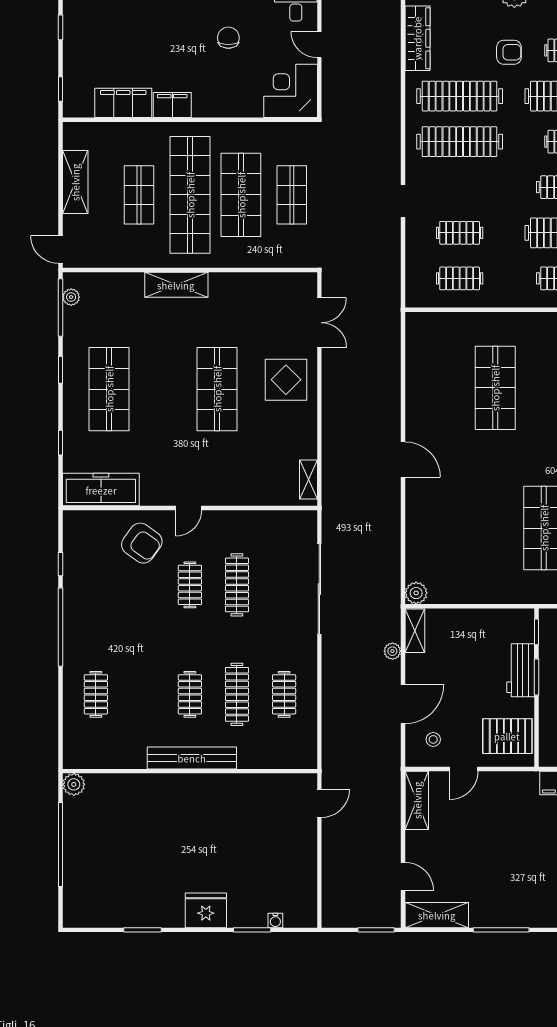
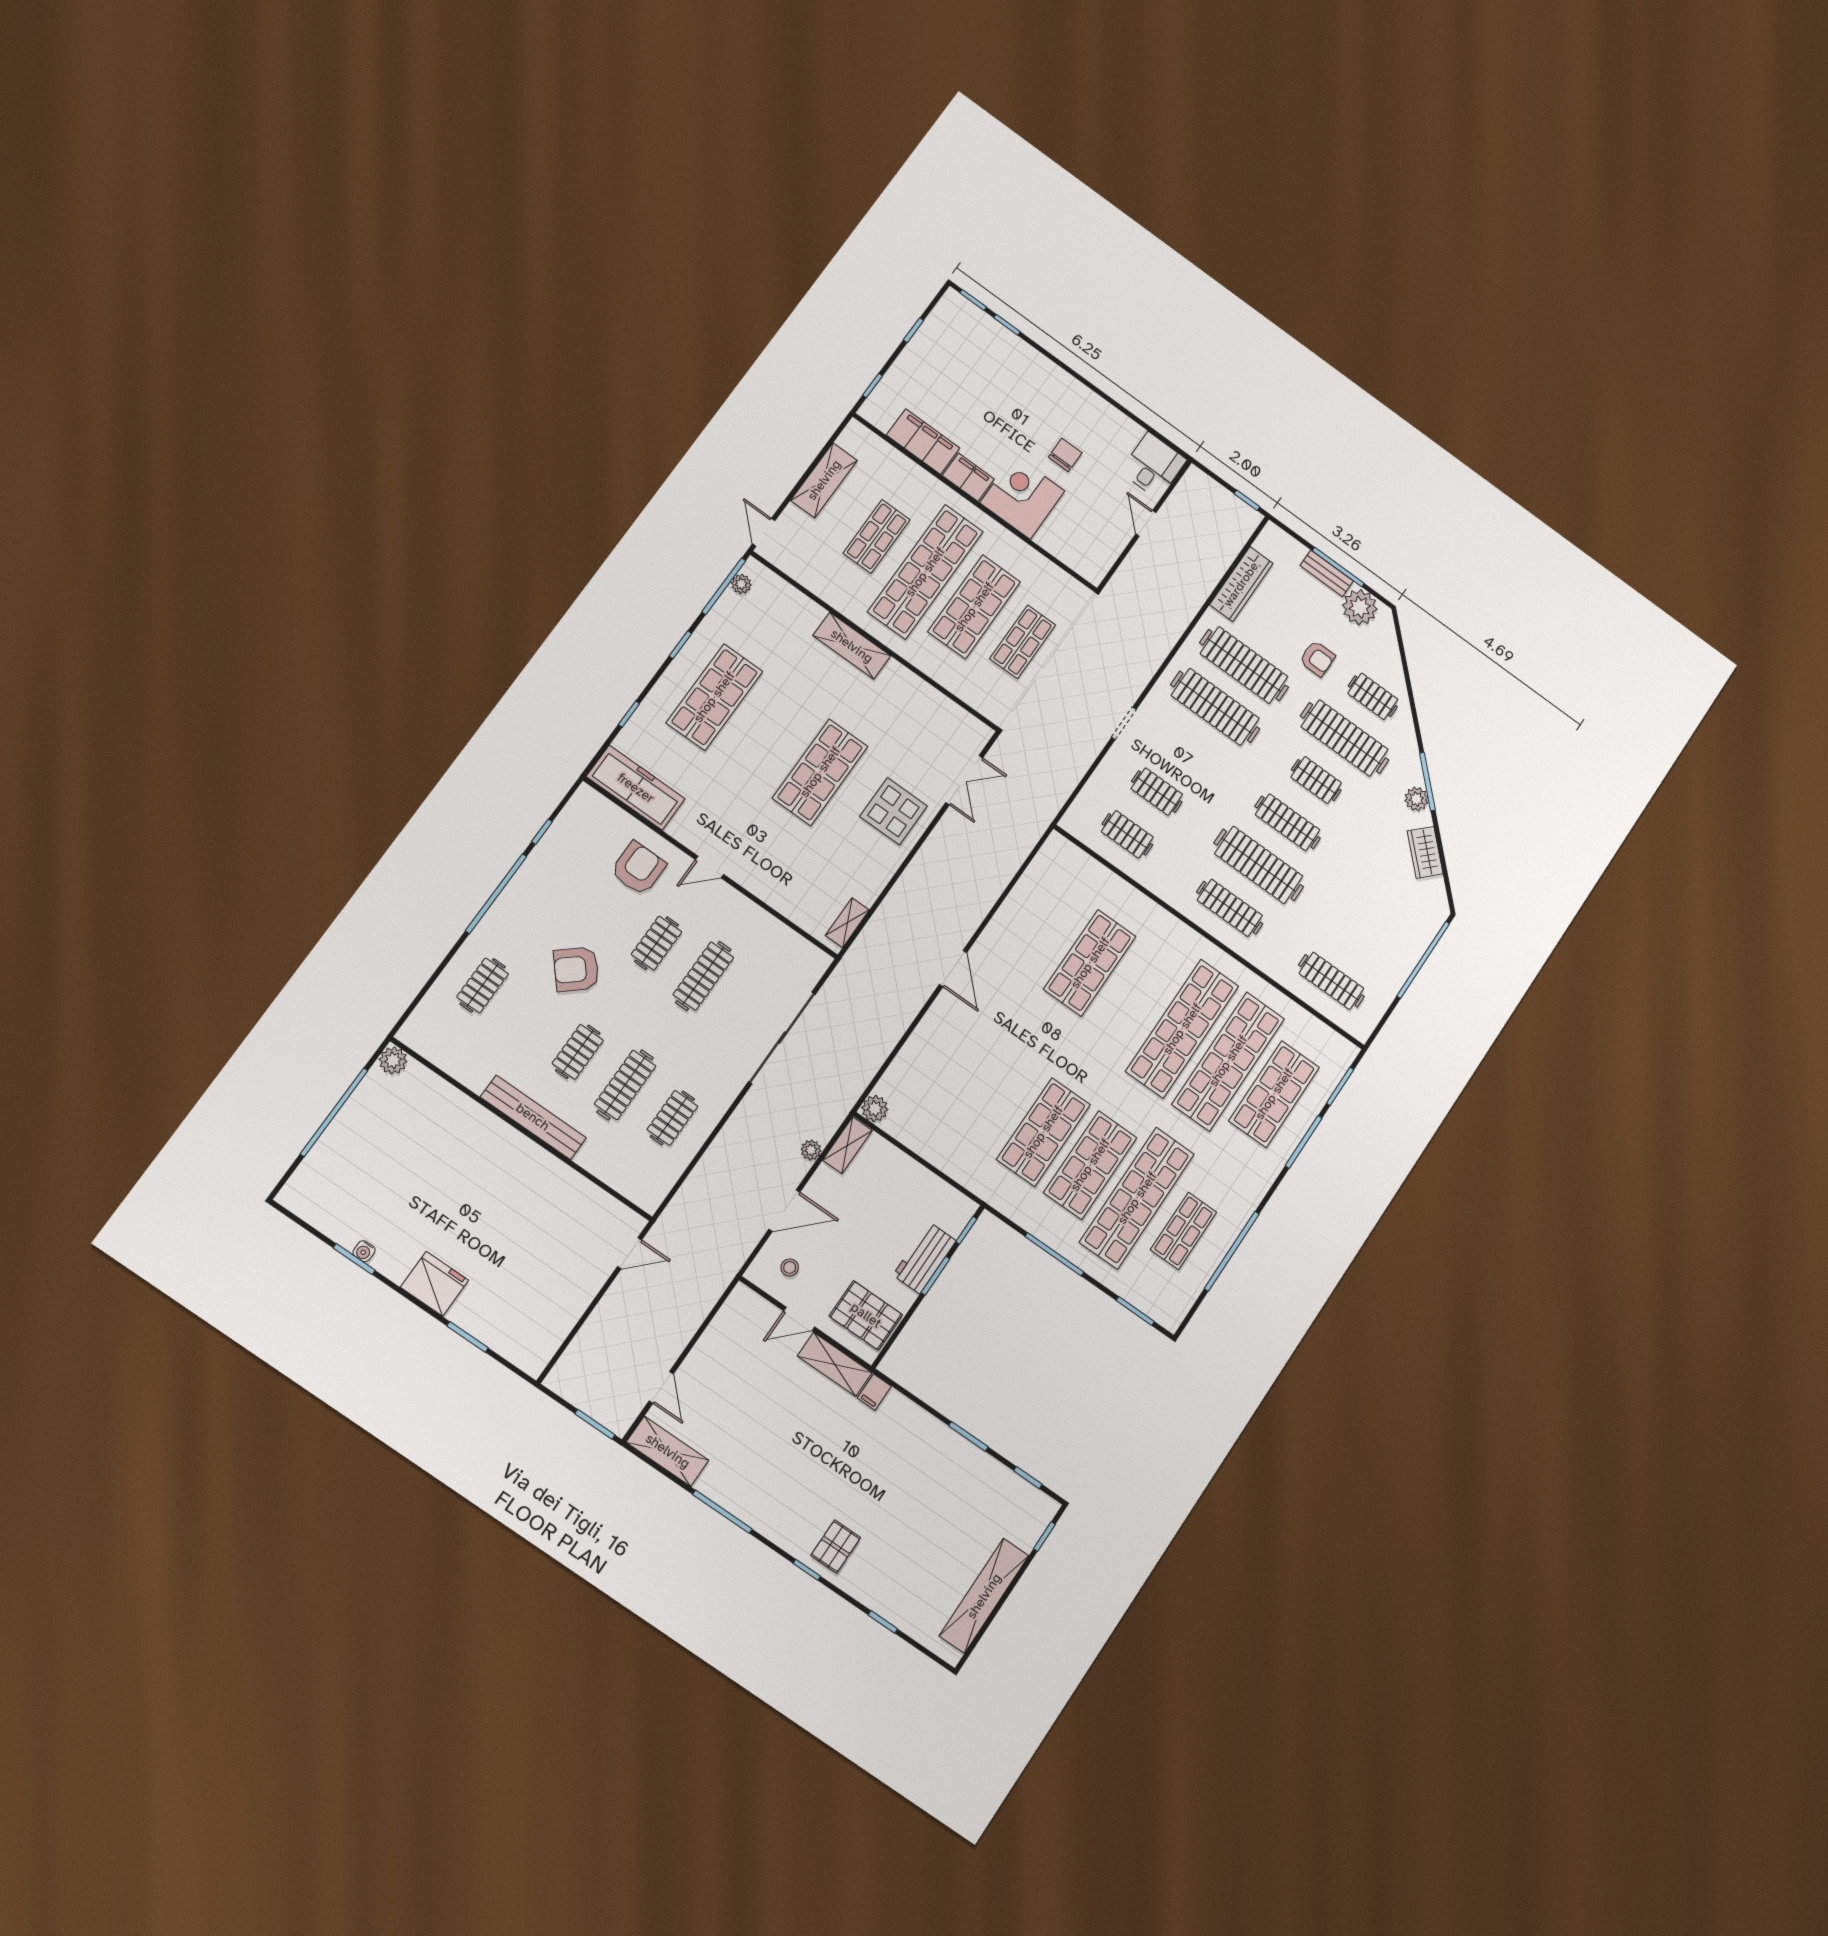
corner desk: (291, 91) -> (1022, 497), moved
armchair: (142, 543) -> (638, 868), turned -126
armchair: (149, 640) -> (576, 969), added
shelving: (417, 800) -> (835, 1364), moved, turned 90
water cooler: (275, 920) -> (364, 1251), moved

